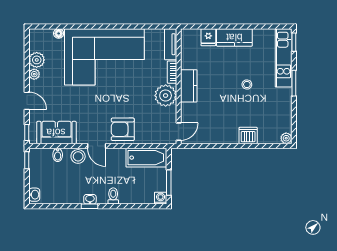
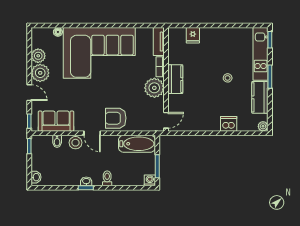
kitchen counter: (234, 37) -> (260, 97), moved, turned 90
plant: (34, 74) -> (40, 73), width x1.88, depth x1.88

